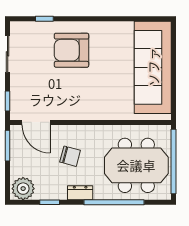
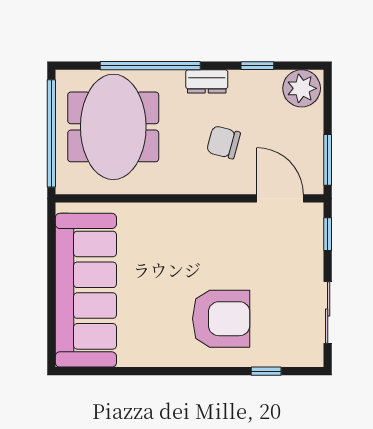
meeting table: (136, 165) -> (113, 127), turned 90

